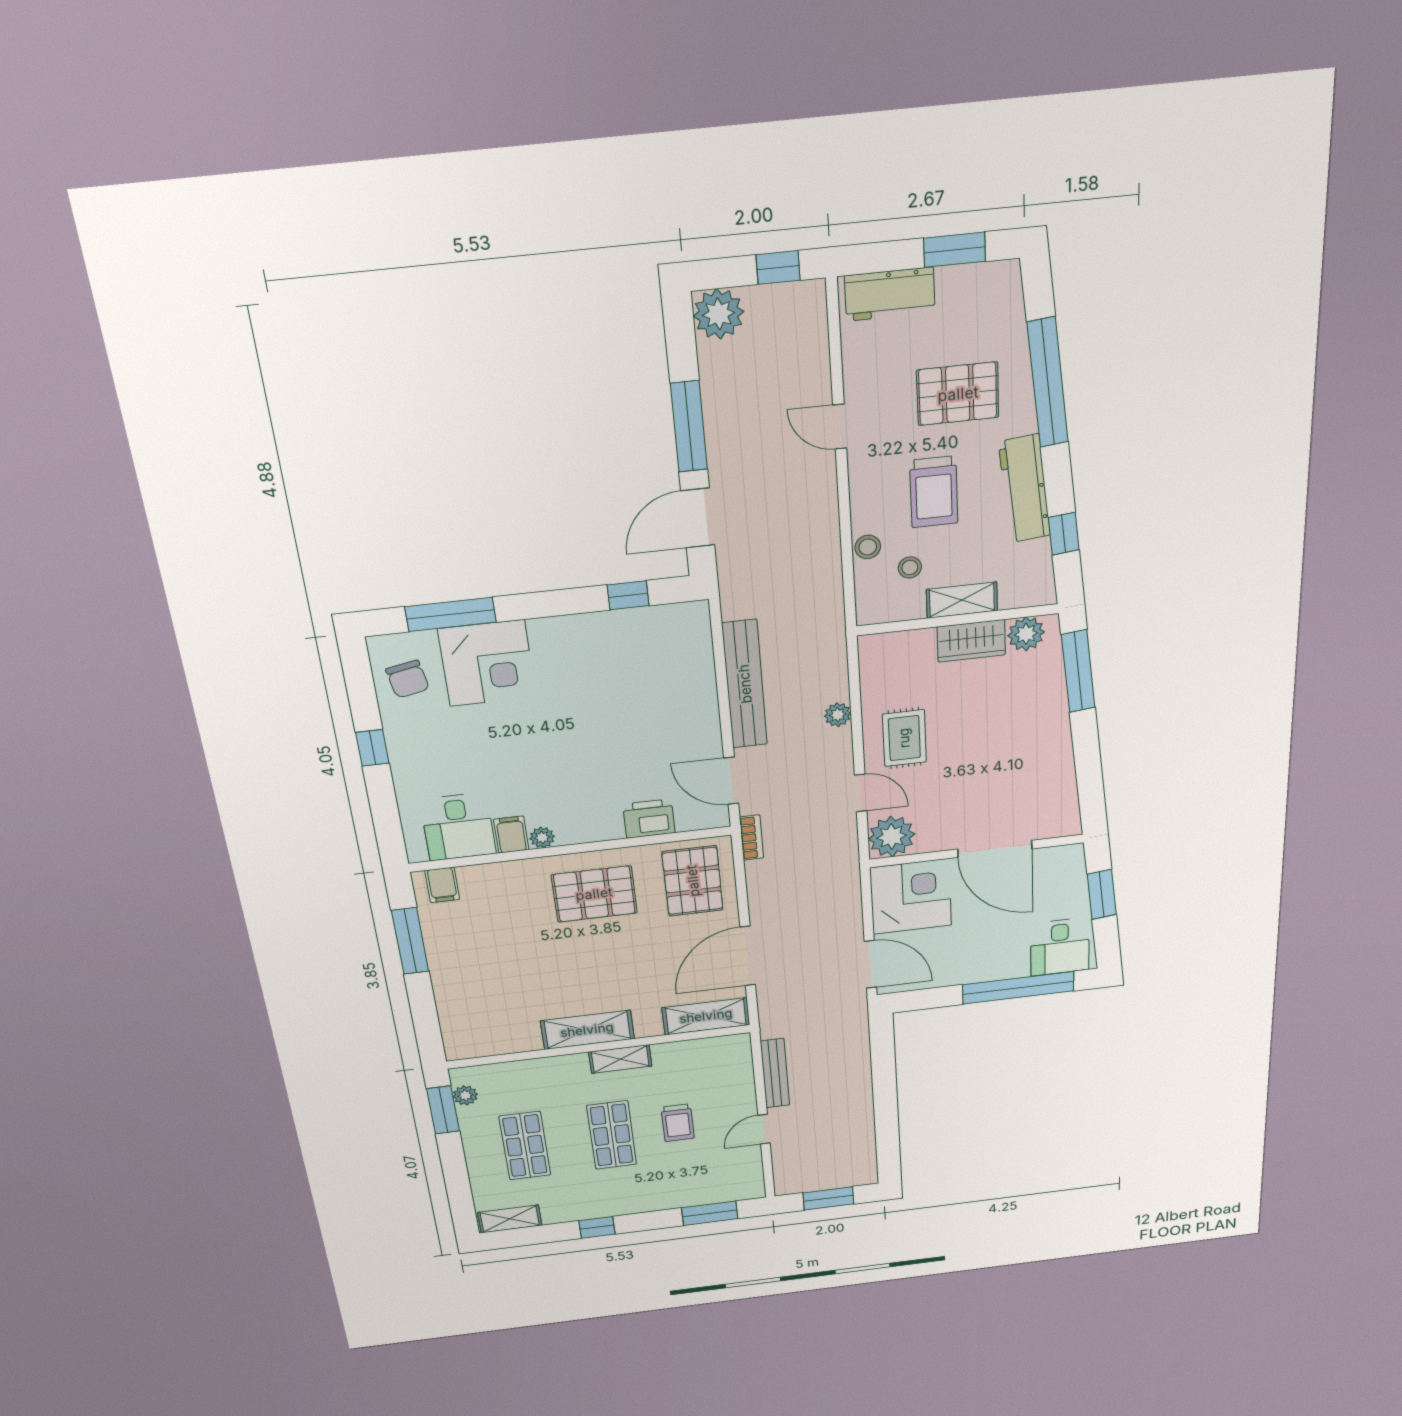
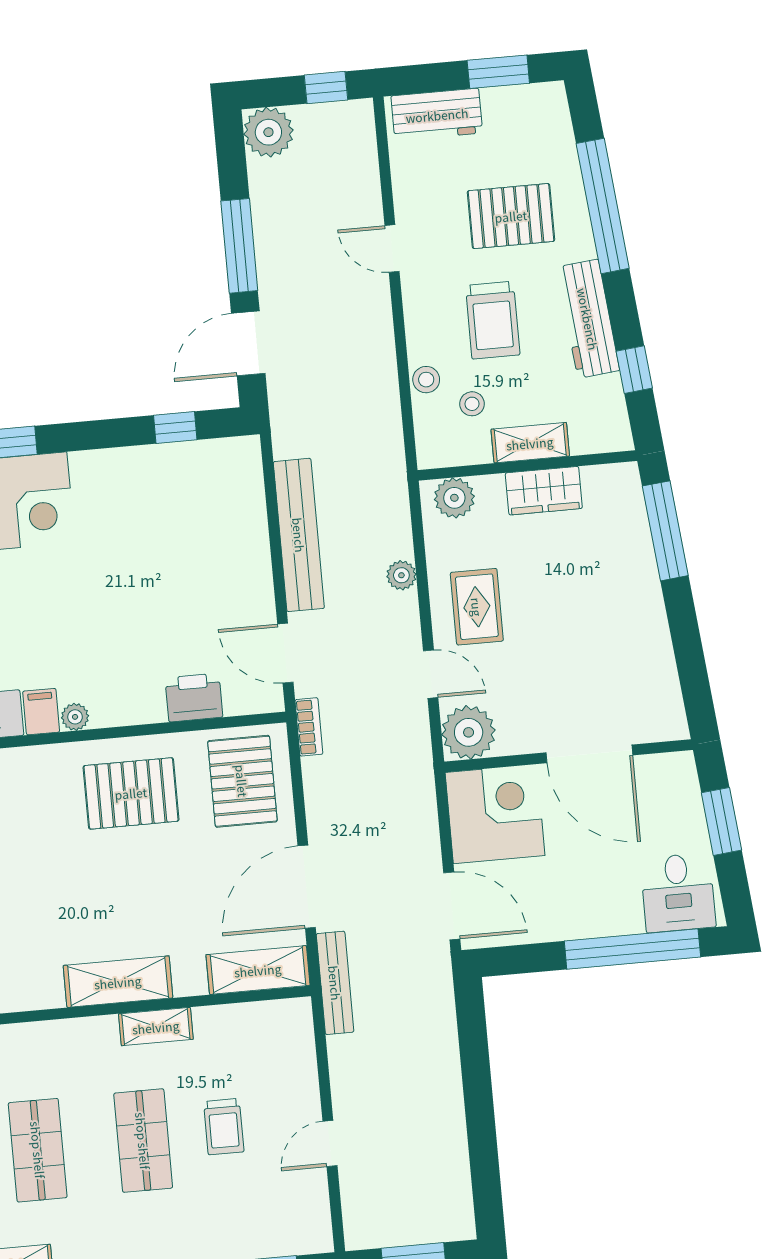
plant: (1026, 634) -> (454, 498), moved
bench: (775, 1073) -> (335, 983), moved

